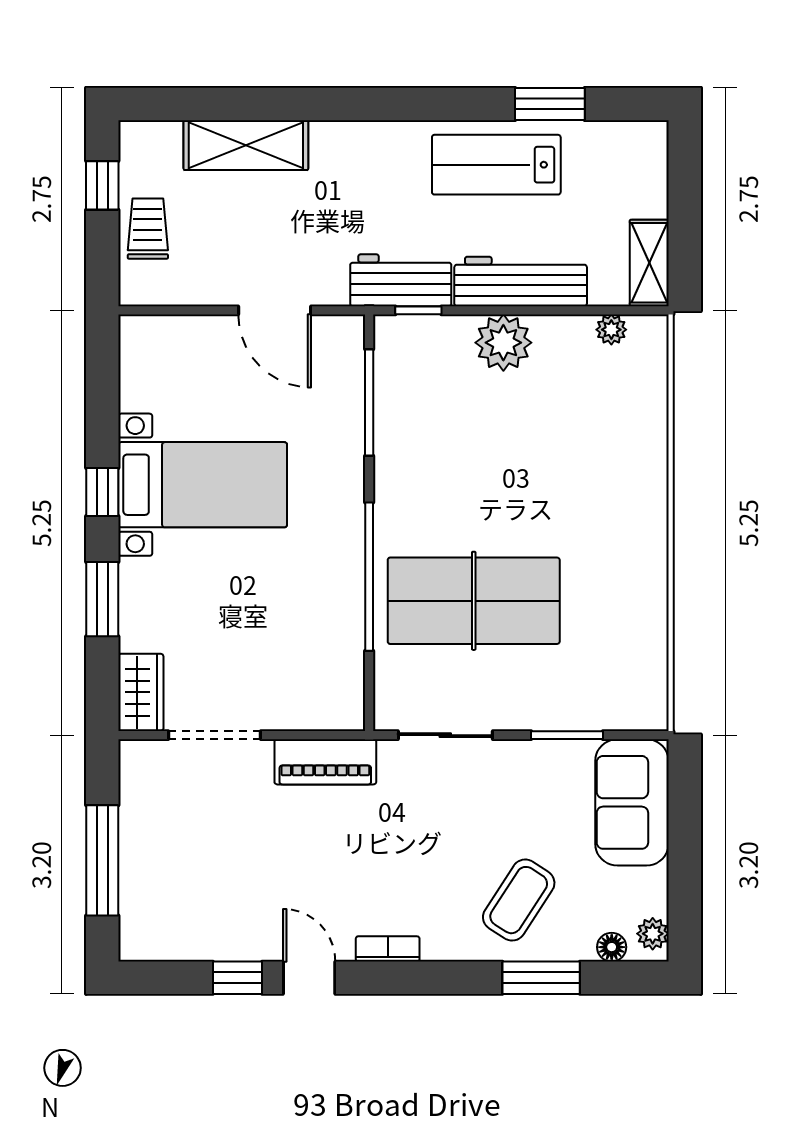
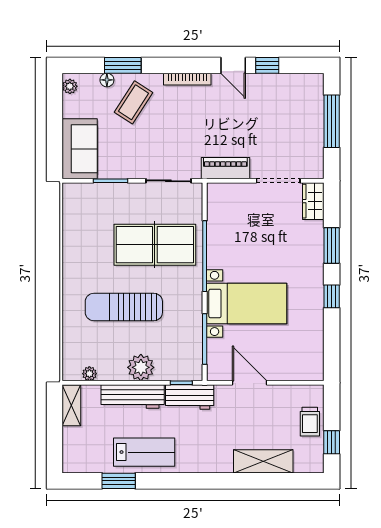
sun lounger: (539, 470) -> (124, 307), added
bed with nightstands: (203, 485) -> (247, 303), moved, turned 180
floor lamp: (612, 947) -> (107, 80), moved
bookcase: (388, 949) -> (187, 79), width x1.56

